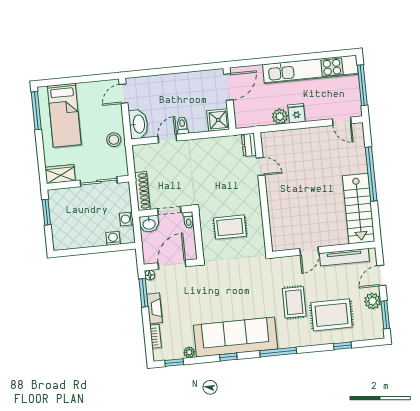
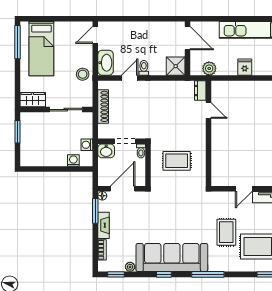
door: (228, 87) -> (187, 38), hinge flipped
plant: (280, 117) -> (209, 68), moved
shoe rack: (142, 191) -> (103, 106), moved

